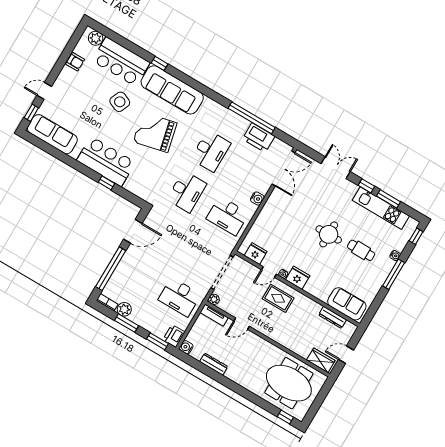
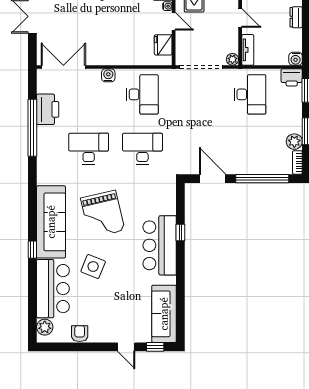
dresser: (214, 364) -> (296, 17), width x0.70

